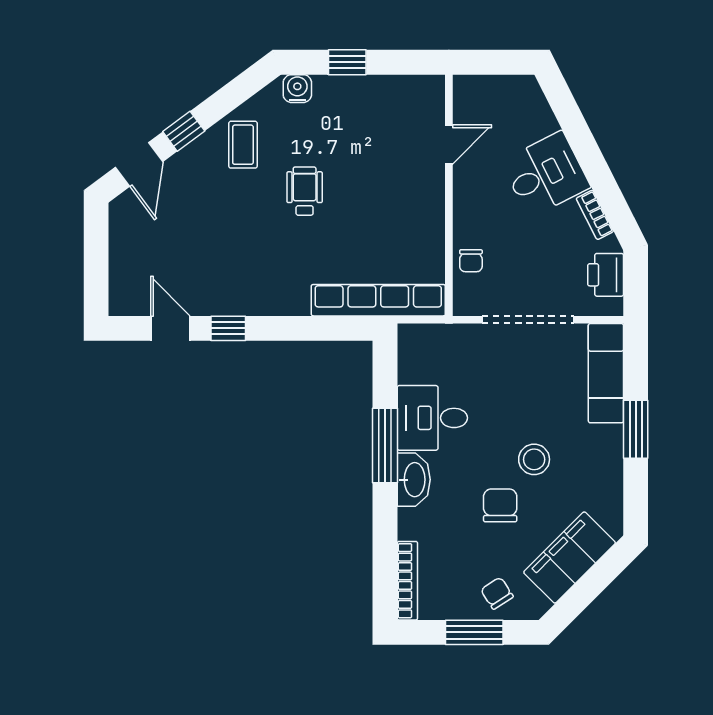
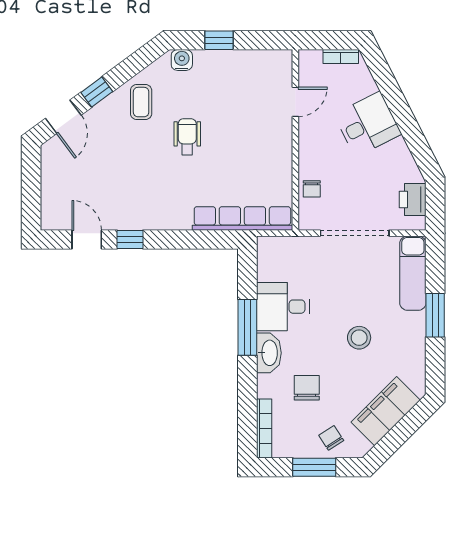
bookcase: (595, 215) -> (341, 57), moved, turned -63
chair: (500, 505) -> (307, 388), moved

